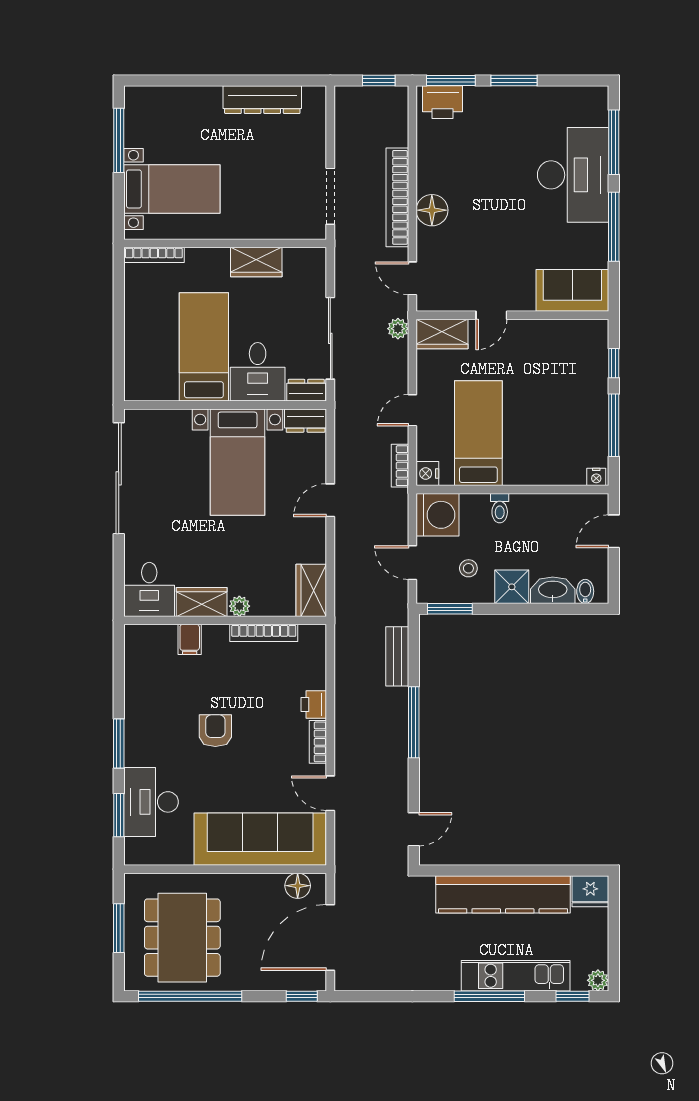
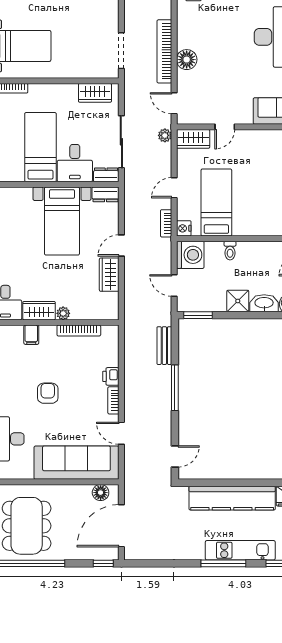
wardrobe: (256, 262) -> (95, 93), moved
stool: (468, 568) -> (210, 289), removed
wardrobe: (311, 590) -> (109, 275), moved

